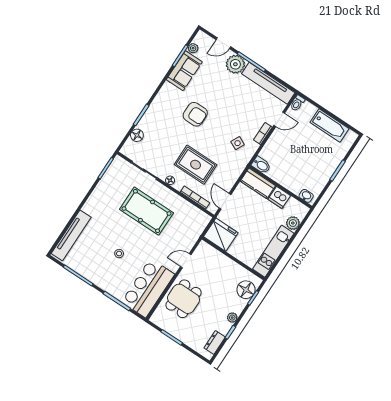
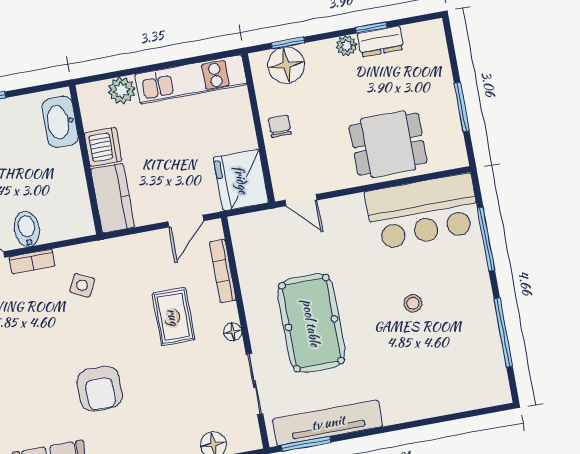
armchair: (195, 114) -> (100, 389), turned 180
rug: (196, 165) -> (173, 317), width x0.73, depth x0.70
bidet: (261, 165) -> (27, 229), moved
washbasin: (306, 196) -> (60, 122), width x1.91, depth x1.45
tv unit: (71, 235) -> (328, 423), moved
door: (186, 261) -> (301, 200), moved
chair: (227, 267) -> (280, 126), added
dresser: (215, 342) -> (380, 41), moved

